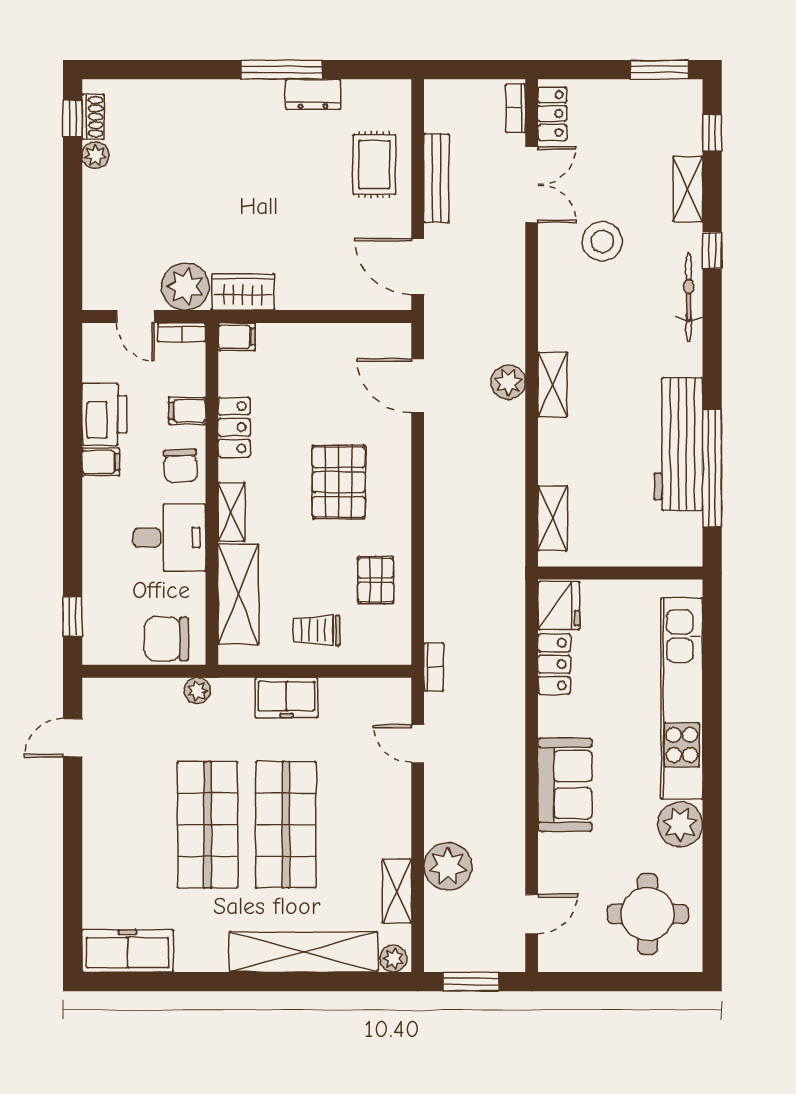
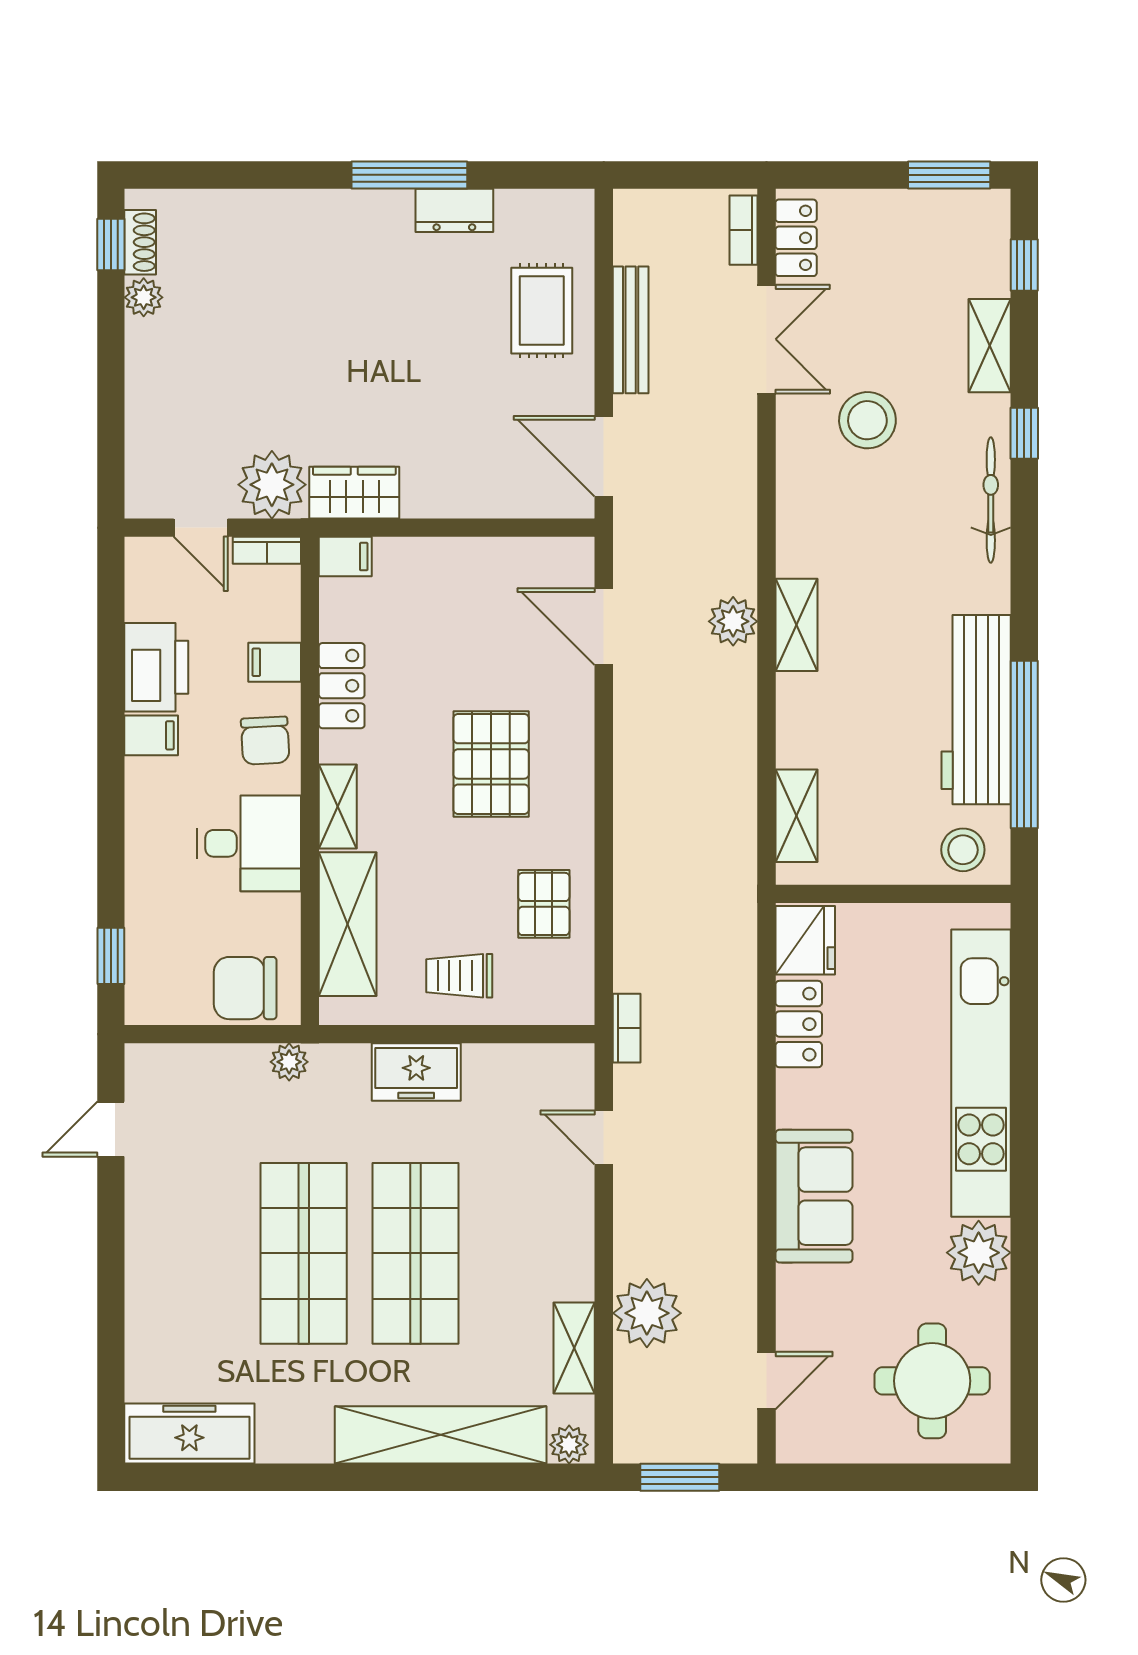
stool: (669, 542) -> (963, 850), added

